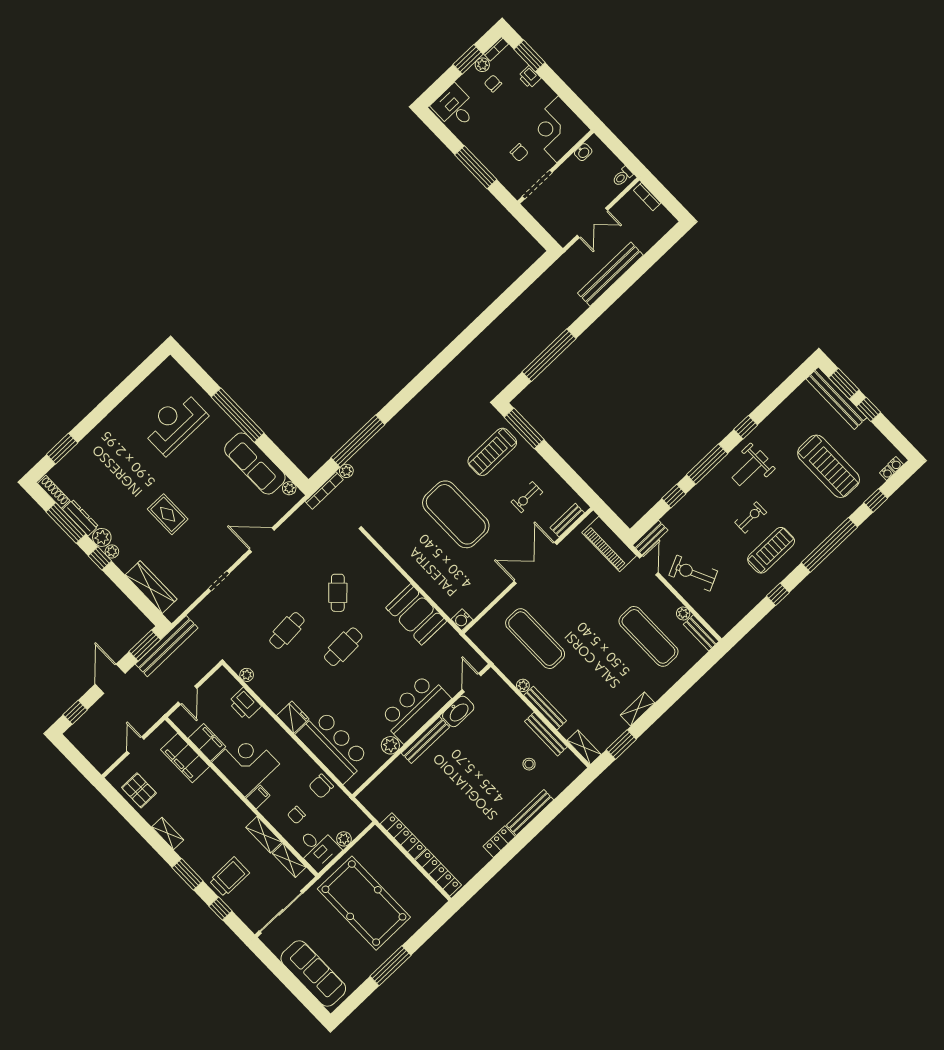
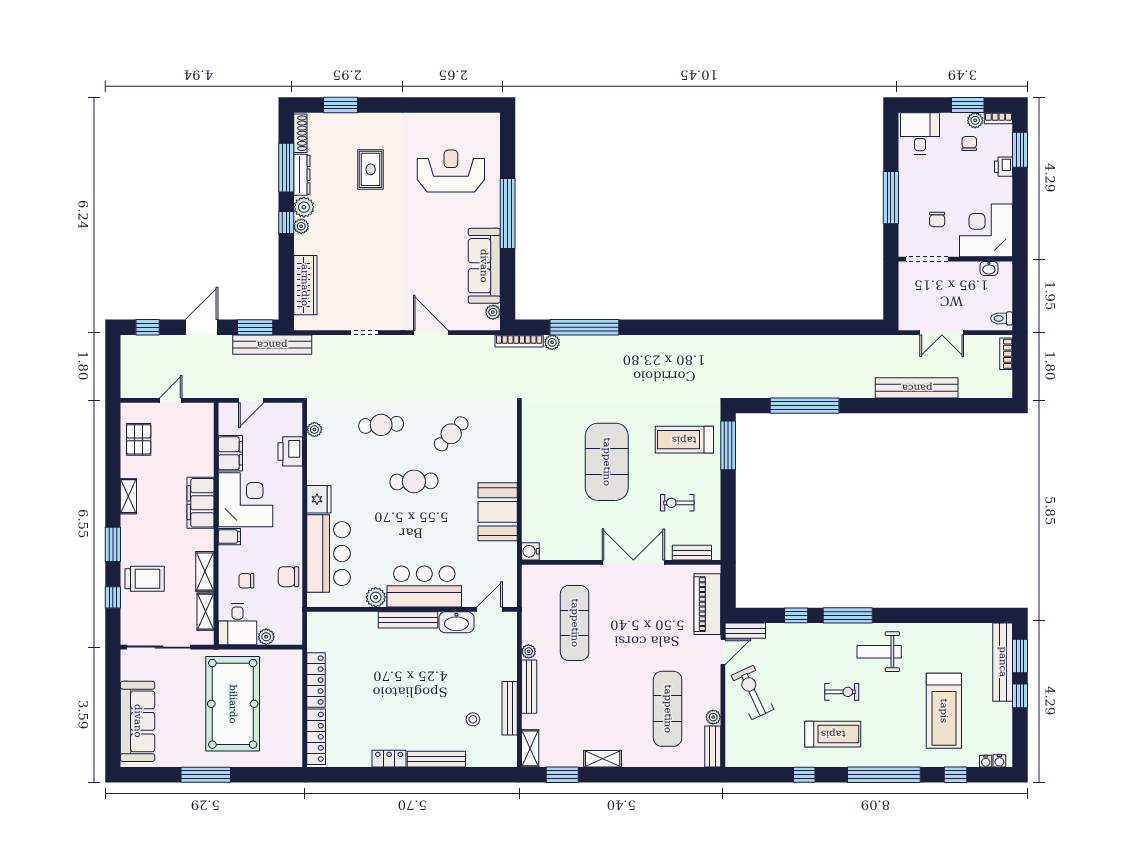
window: (746, 427) -> (907, 615), removed
rug: (168, 514) -> (371, 169), moved
filing cabinet: (185, 758) -> (201, 503), moved

